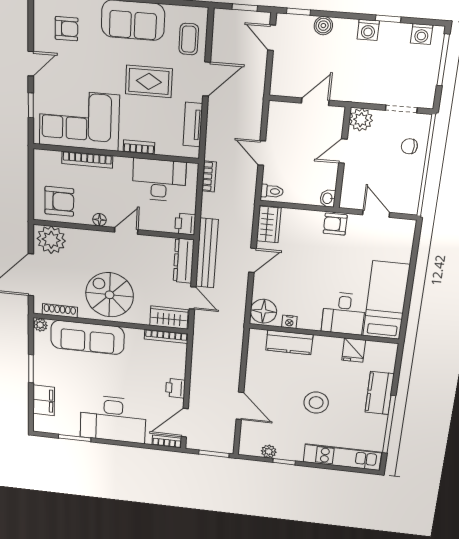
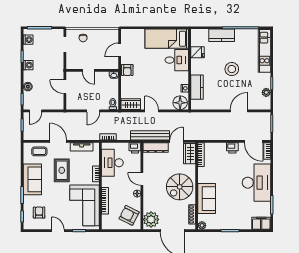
plant: (361, 120) -> (72, 63), removed
armchair: (59, 201) -> (129, 215), turned -63
sofa: (87, 337) -> (207, 199), width x0.73
filing cabinet: (44, 400) -> (261, 223), moved

